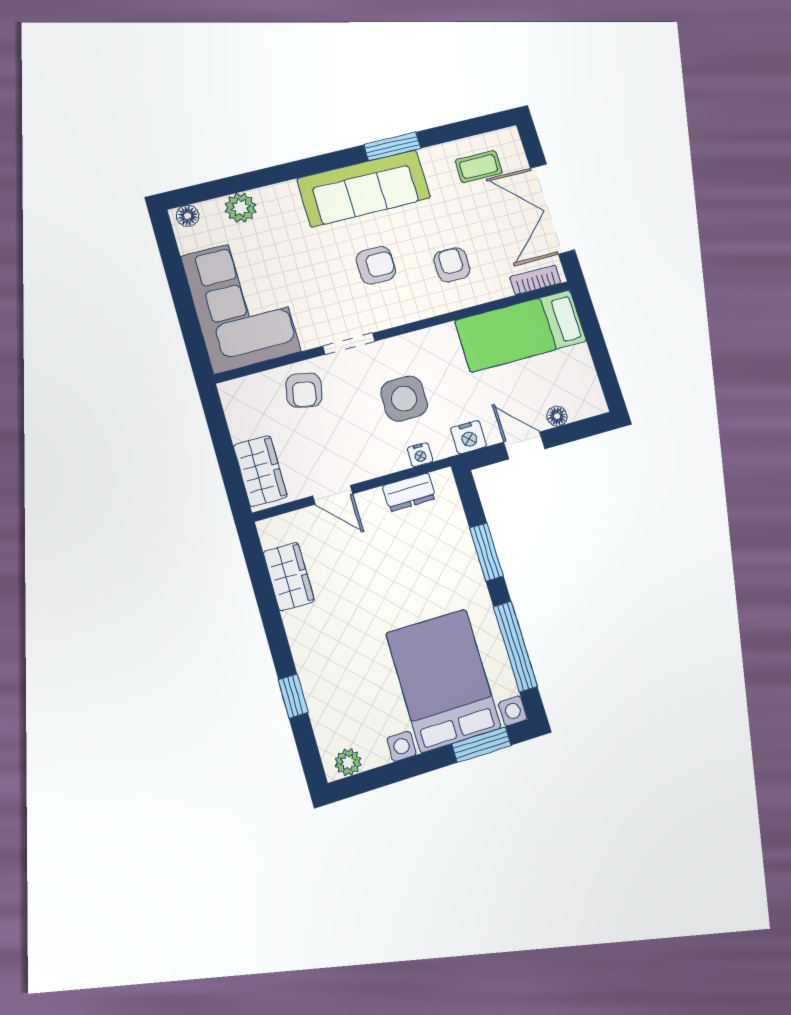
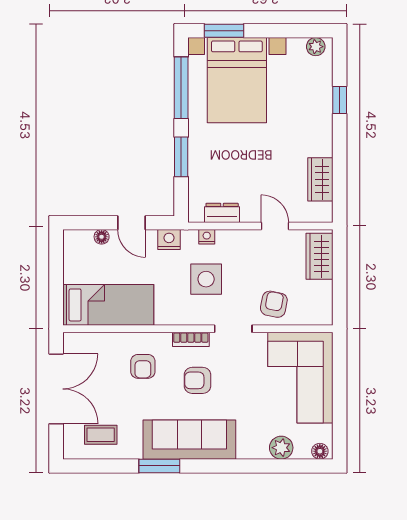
bookcase: (535, 280) -> (191, 339), moved

